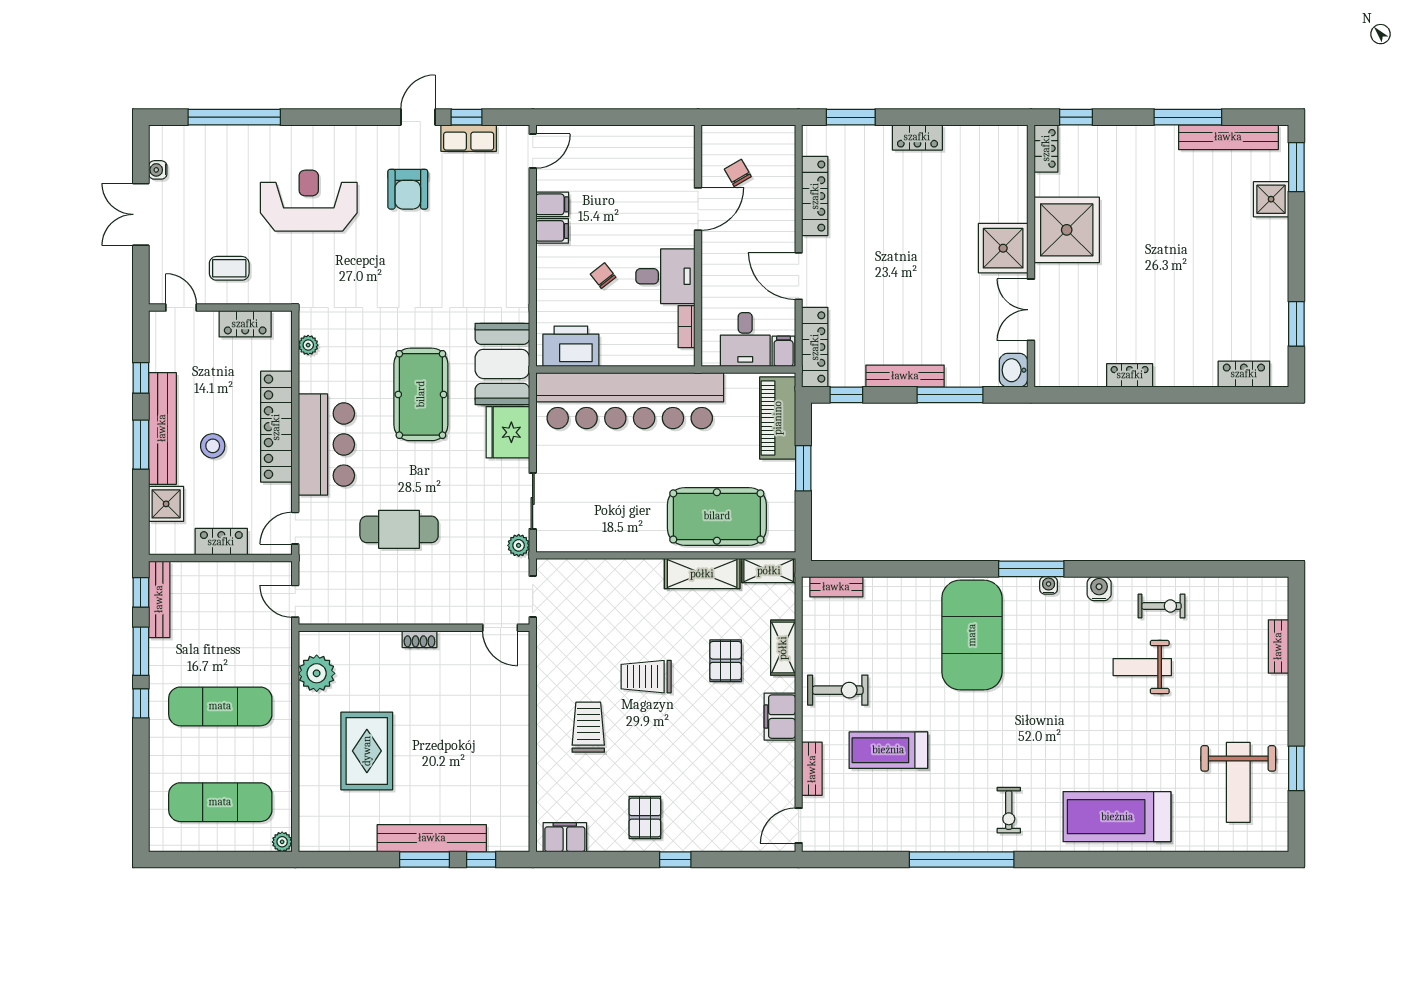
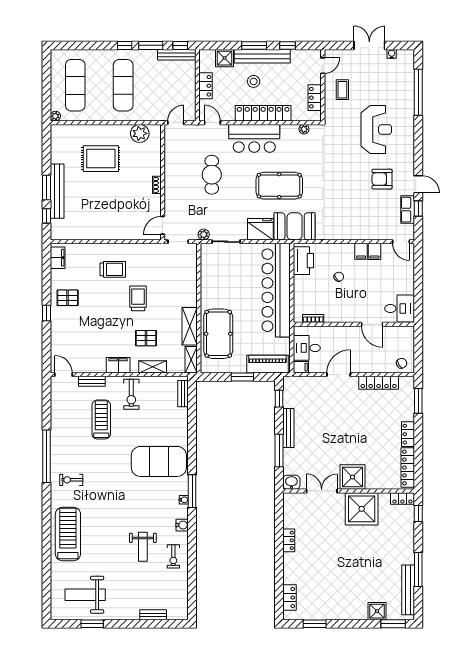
chair: (738, 173) -> (402, 363), moved
desk: (665, 276) -> (400, 309), moved, turned -90
locker: (815, 347) -> (408, 468), moved, turned 90
weight bench: (1142, 667) -> (143, 547), turned 180

